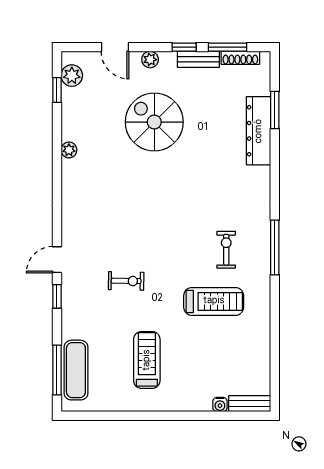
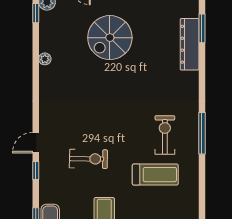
spiral stairs: (154, 122) -> (110, 38), turned -90
exercise bike: (226, 250) -> (165, 135), width x1.38, depth x1.39
exercise bike: (126, 281) -> (88, 159), width x1.38, depth x1.39

